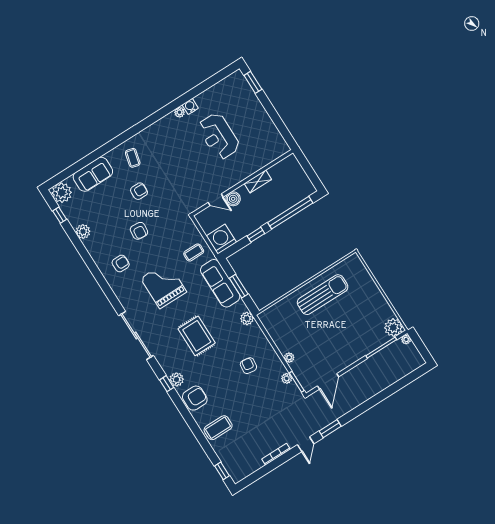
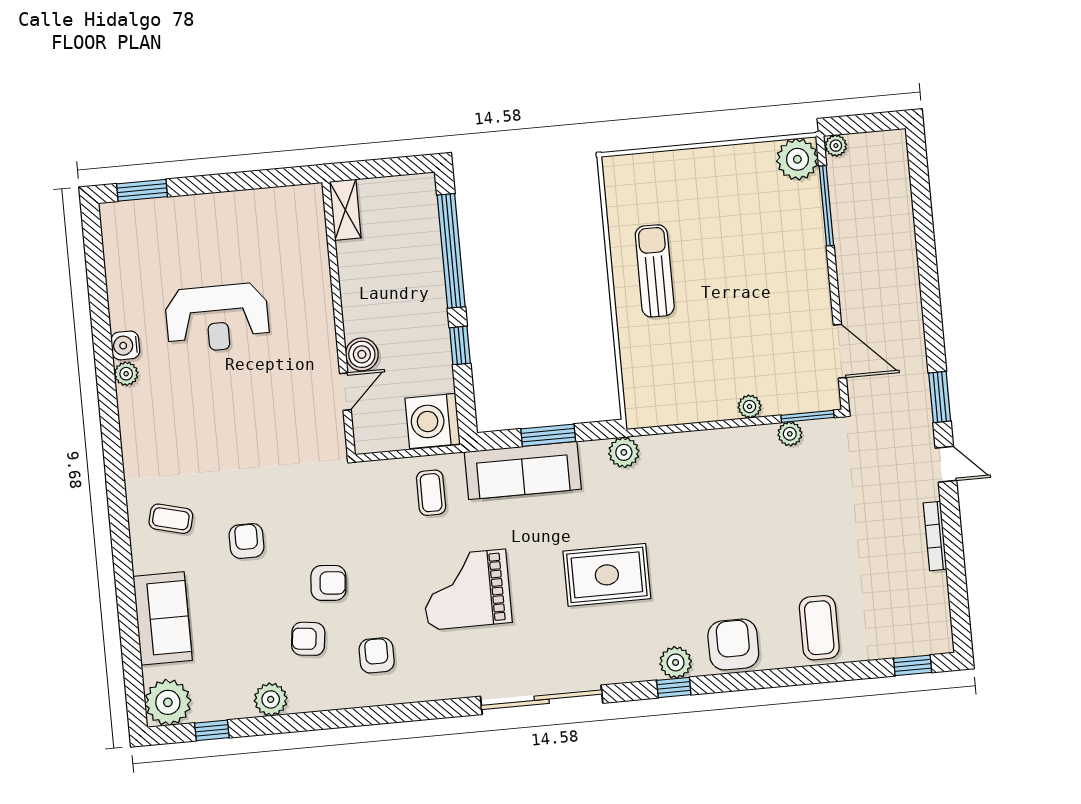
shelving: (258, 182) -> (345, 210), moved
sun lounger: (323, 295) -> (655, 271), width x0.73, depth x0.75
armchair: (248, 366) -> (308, 639), moved

